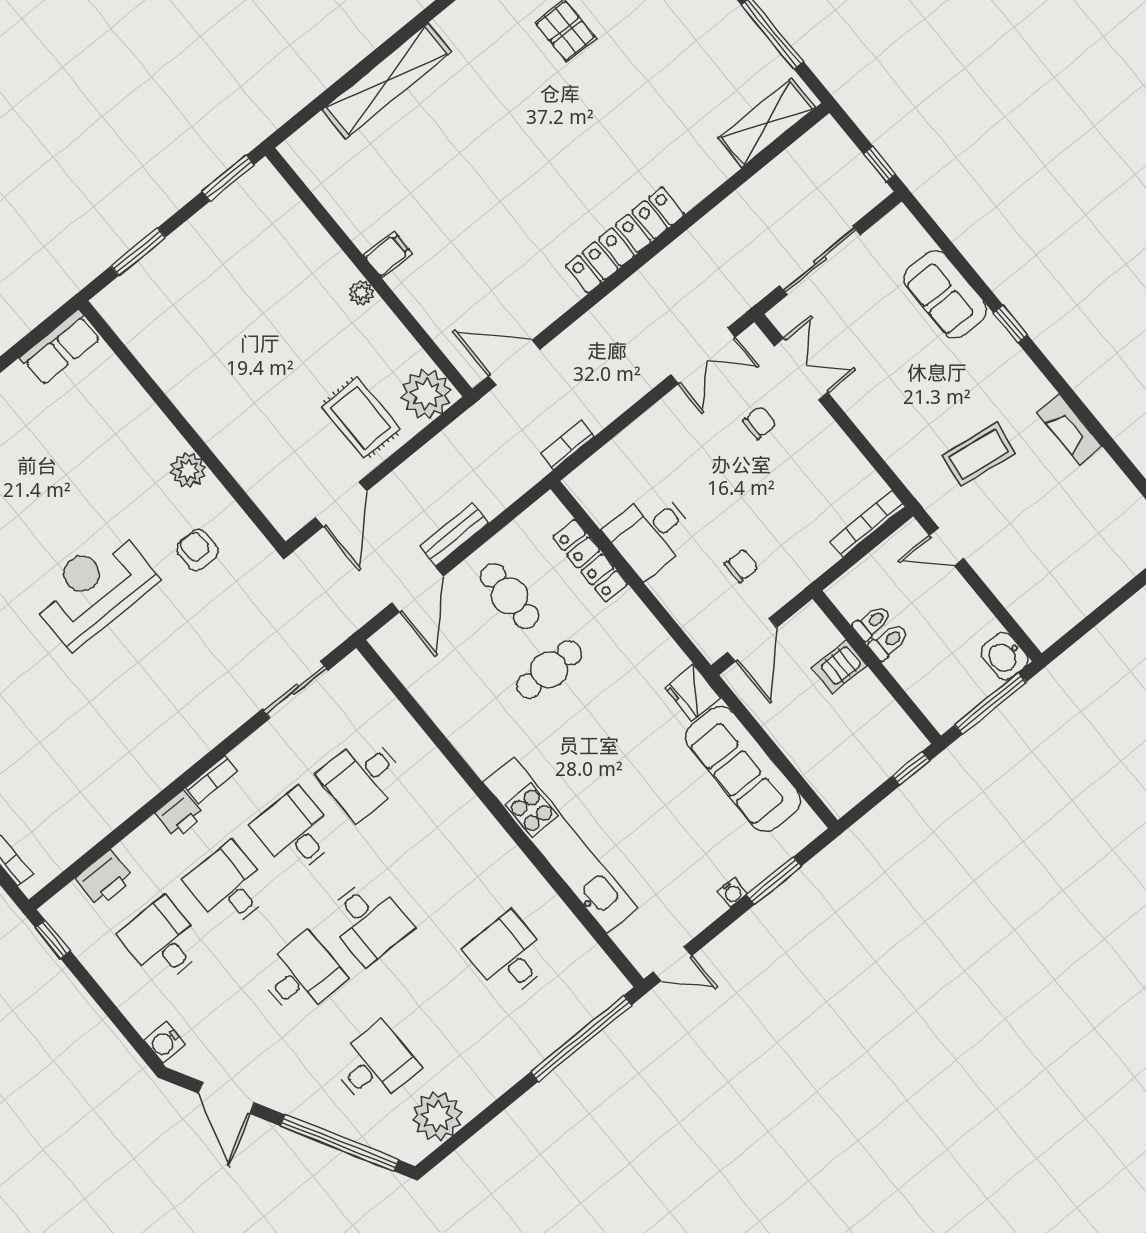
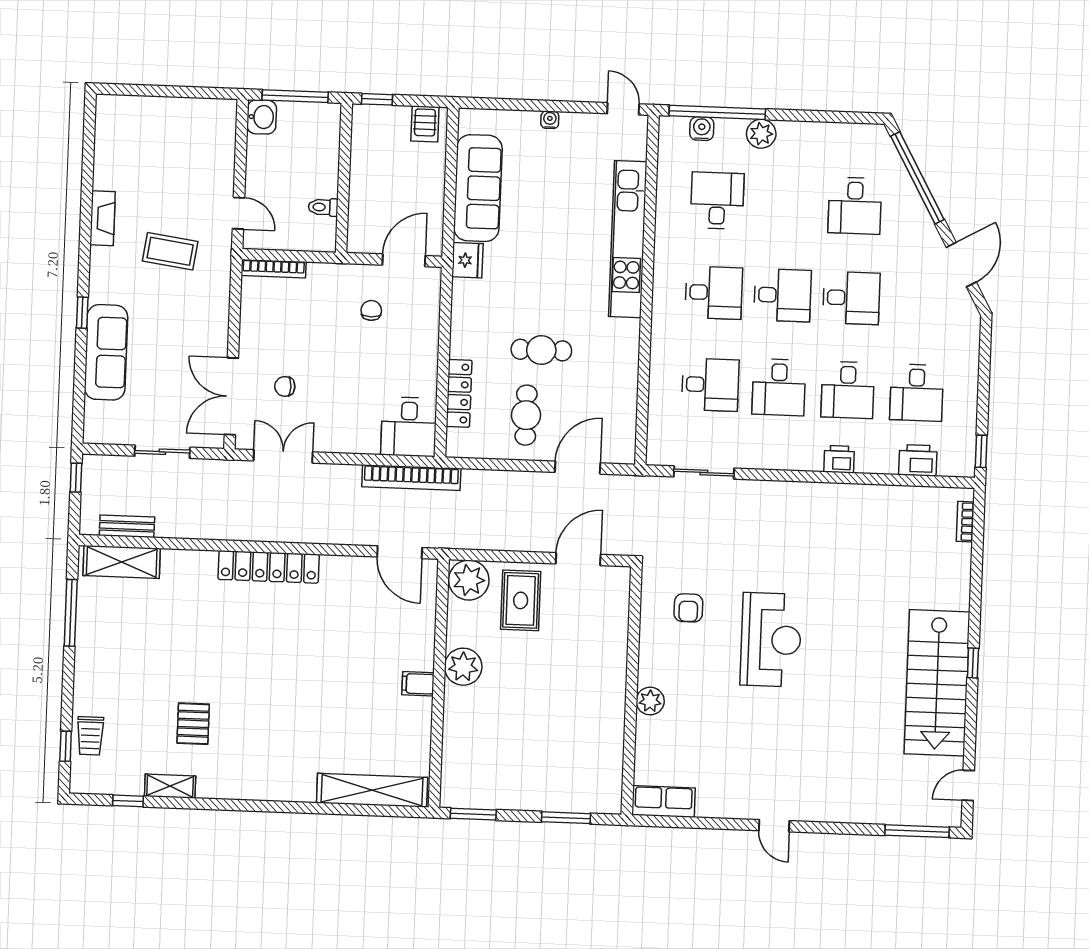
shelving: (387, 81) -> (372, 790), moved
sliding door: (820, 260) -> (162, 452), width x0.73
plant: (361, 293) -> (463, 667), width x1.88, depth x1.88
sofa: (945, 294) -> (106, 352), width x1.36
double door: (801, 369) -> (231, 396), width x1.37
bookcase: (567, 445) -> (411, 478), width x2.31, depth x1.31
plant: (188, 470) -> (650, 701), moved
desk: (650, 533) -> (409, 427), moved, turned 90
bench: (454, 535) -> (127, 526), moved
chair: (741, 566) -> (371, 310), turned 90
reception desk: (94, 589) -> (771, 640), turned -90
toilet: (889, 642) -> (323, 187), removed
server rack: (839, 667) -> (425, 124), moved, turned 90
bookcase: (211, 780) -> (802, 463), removed
desk: (435, 866) -> (714, 293), added
window: (774, 881) -> (519, 105), removed
desk: (369, 921) -> (782, 295), turned 90
desk: (508, 956) -> (717, 200), turned 180
desk: (302, 976) -> (851, 298), turned 180
water cooler: (165, 1043) -> (702, 129), moved, turned -90
desk: (375, 1065) -> (855, 206), turned -90
plant: (437, 1116) -> (761, 134), moved, width x0.73, depth x0.73

